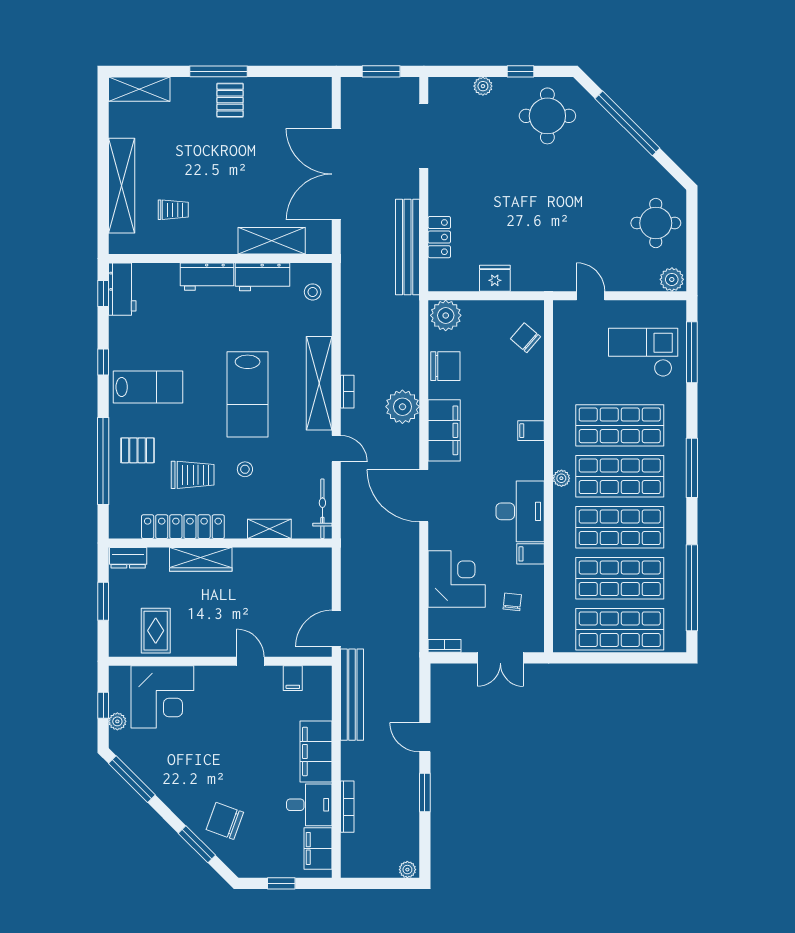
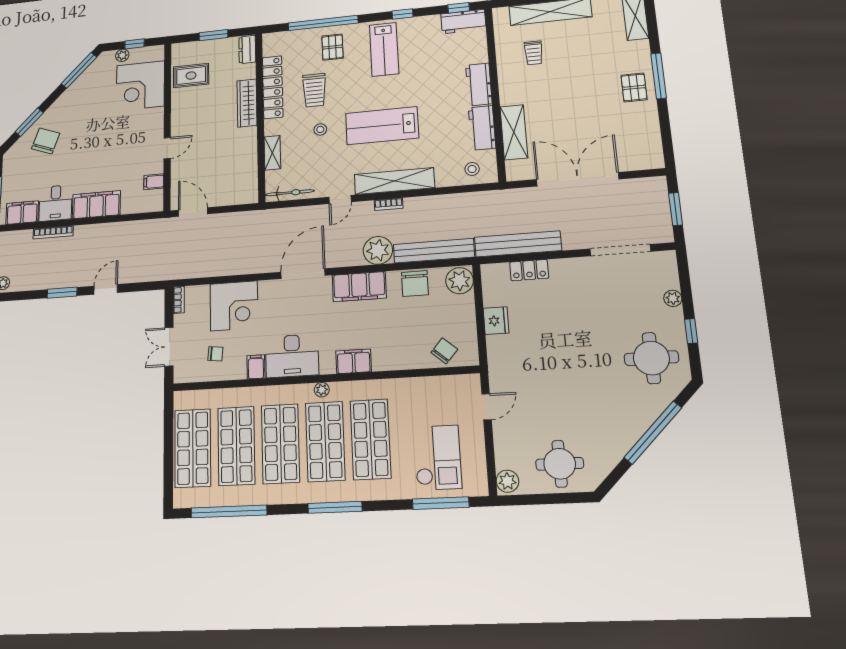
pallet: (230, 100) -> (634, 87), turned 90
filing cabinet: (531, 431) -> (354, 361), width x2.00
bench: (352, 695) -> (434, 251), moved

